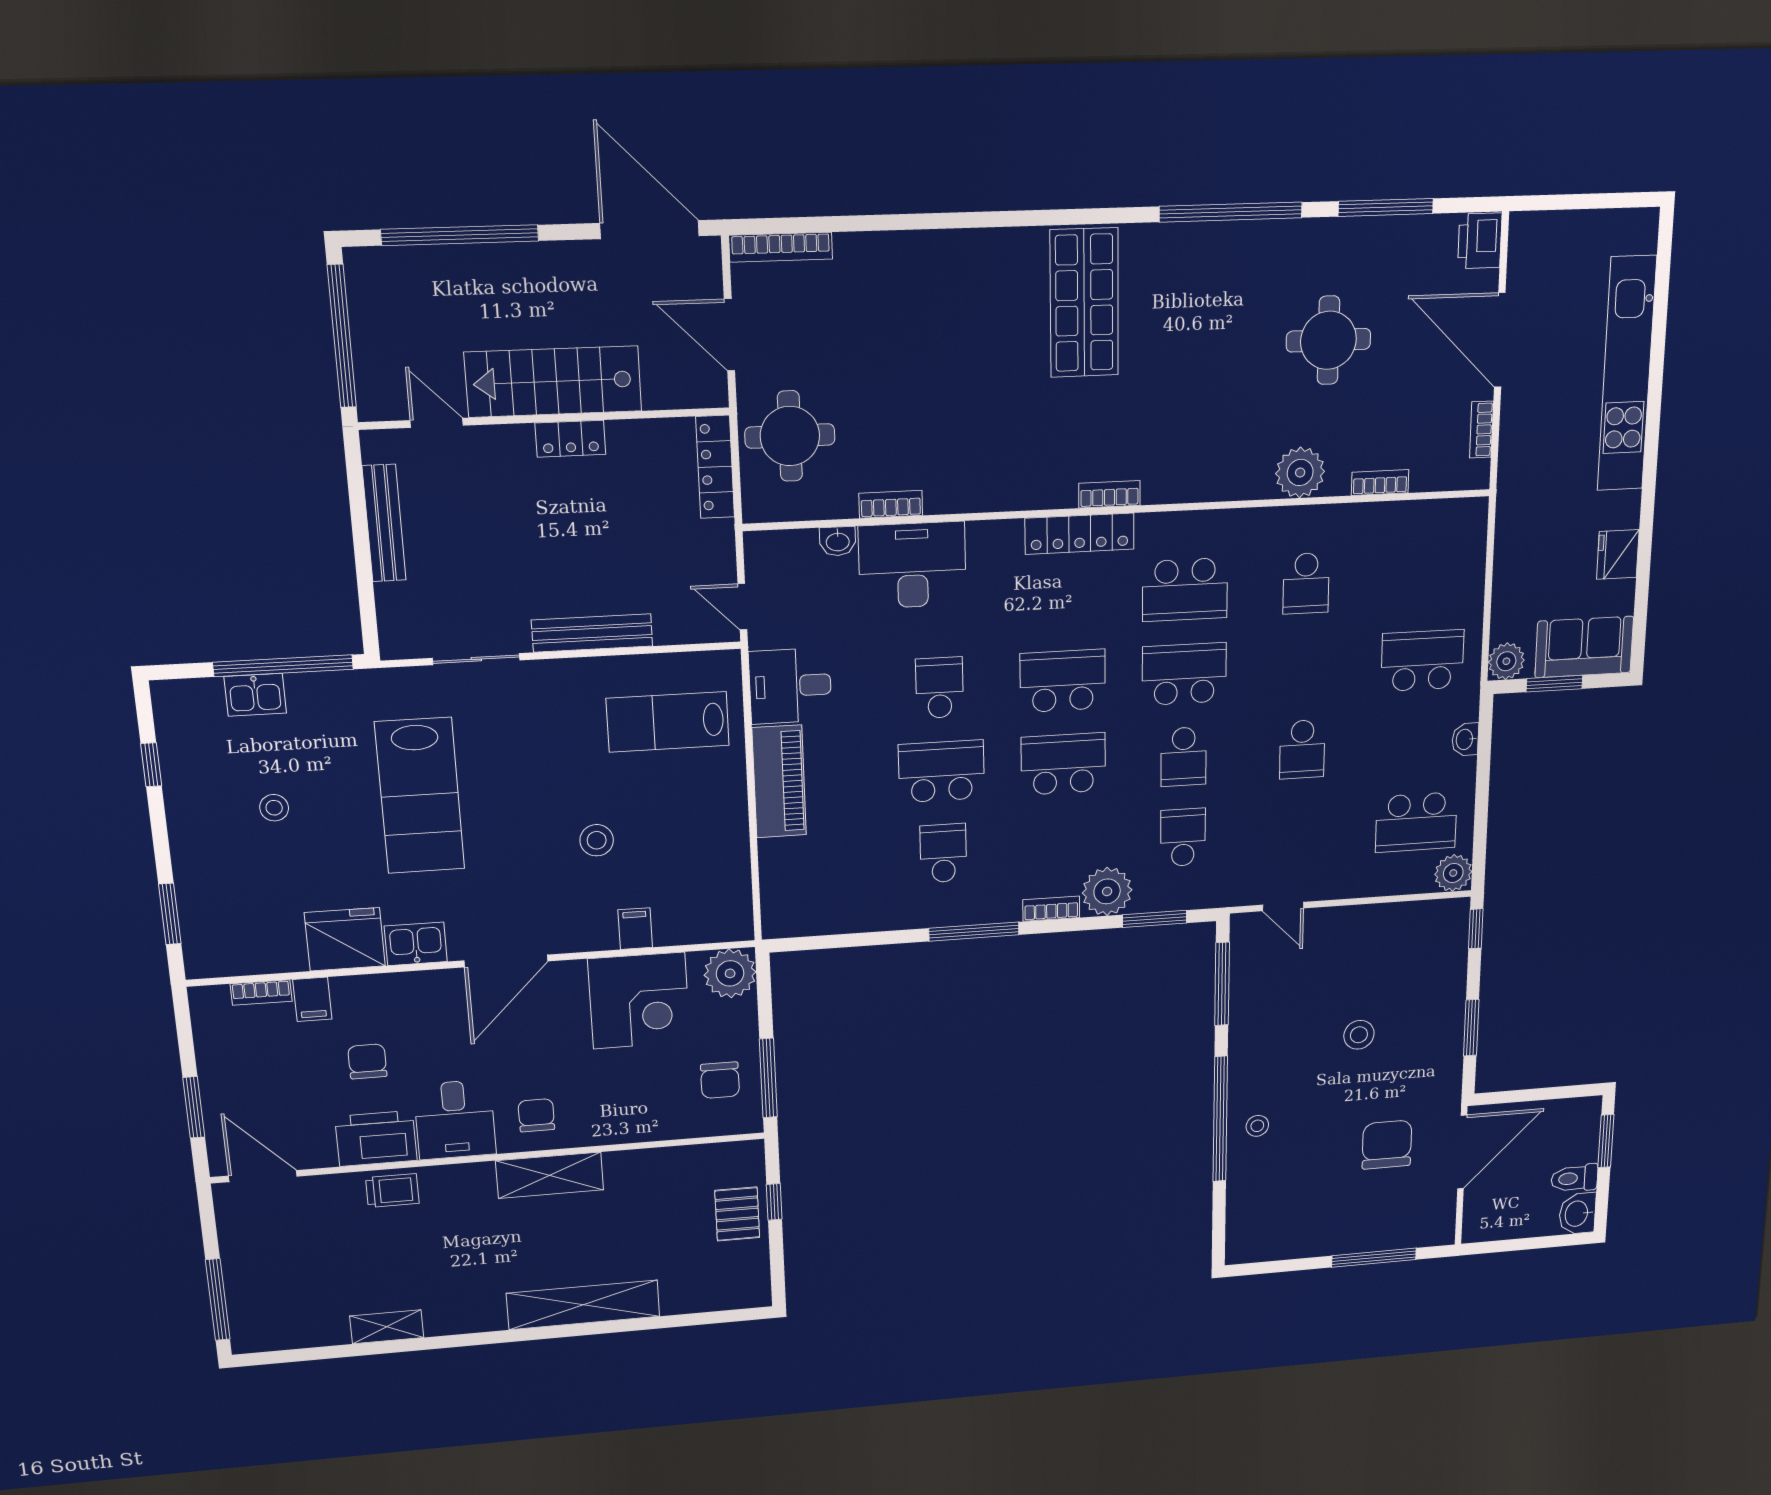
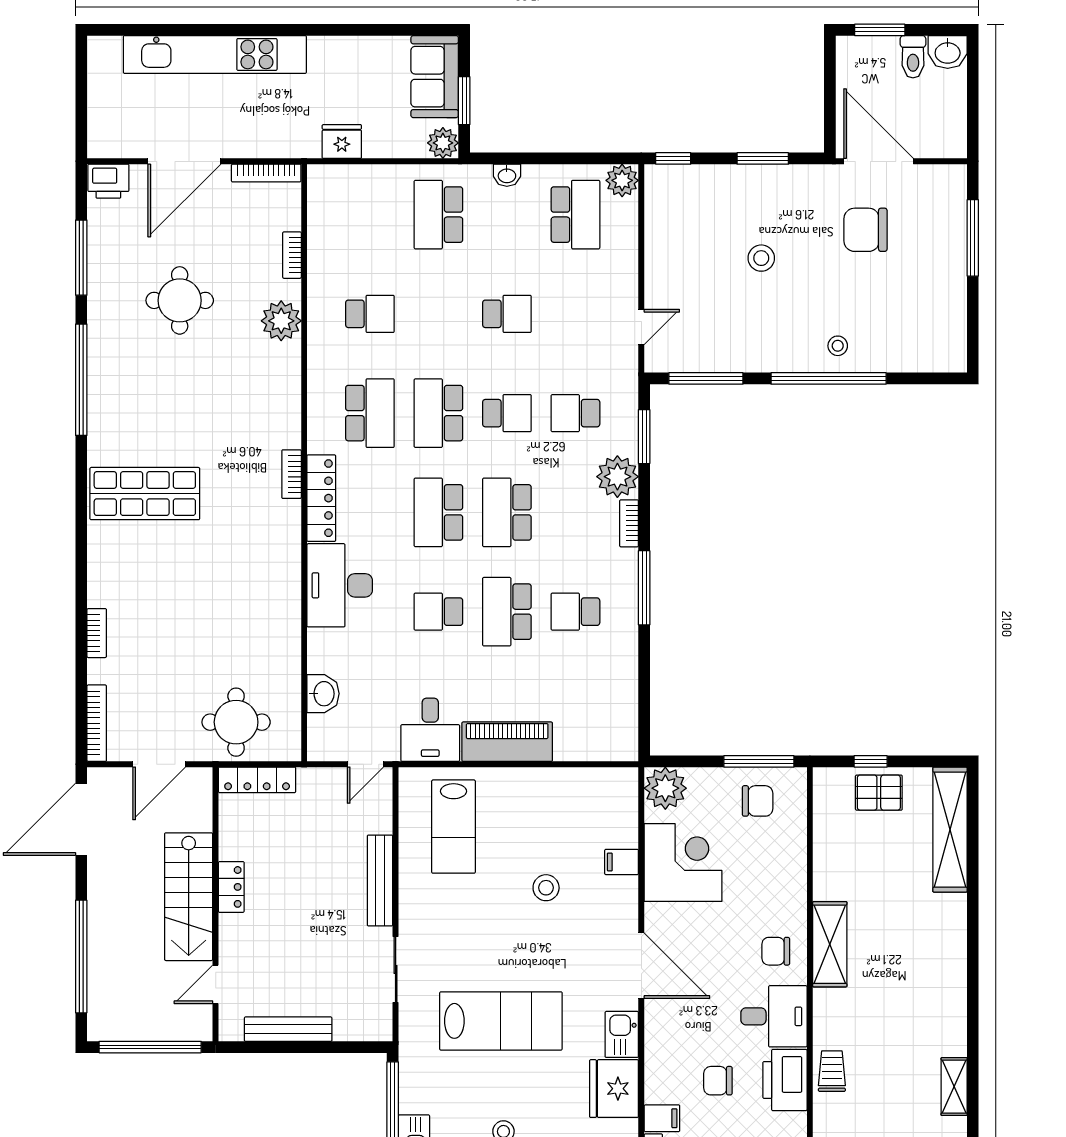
bookcase: (1481, 430) -> (266, 173), width x1.56
bookcase: (891, 504) -> (97, 633), moved, turned 180
washbasin: (838, 541) -> (323, 694), width x1.38, depth x1.45
fridge: (1618, 554) -> (342, 142), moved, turned 180
desk: (912, 565) -> (340, 585), moved
shelving: (583, 1305) -> (950, 830), moved

